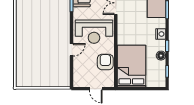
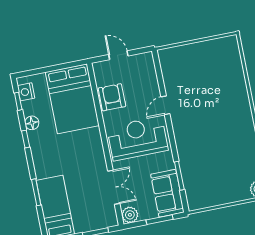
nightstand: (161, 34) -> (26, 92), moved
armchair: (105, 62) -> (112, 97), turned 180

